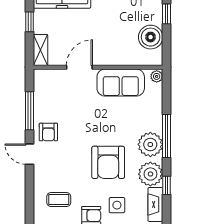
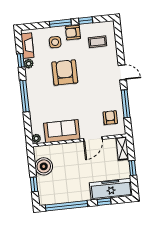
armchair: (48, 132) -> (110, 118), moved
plant: (150, 144) -> (36, 89), removed
plant: (150, 174) -> (29, 64), width x0.53, depth x0.53

